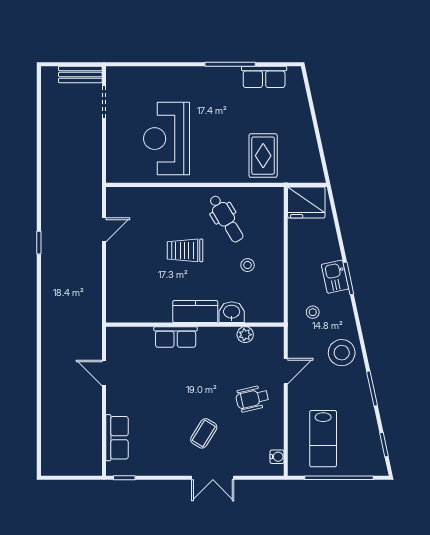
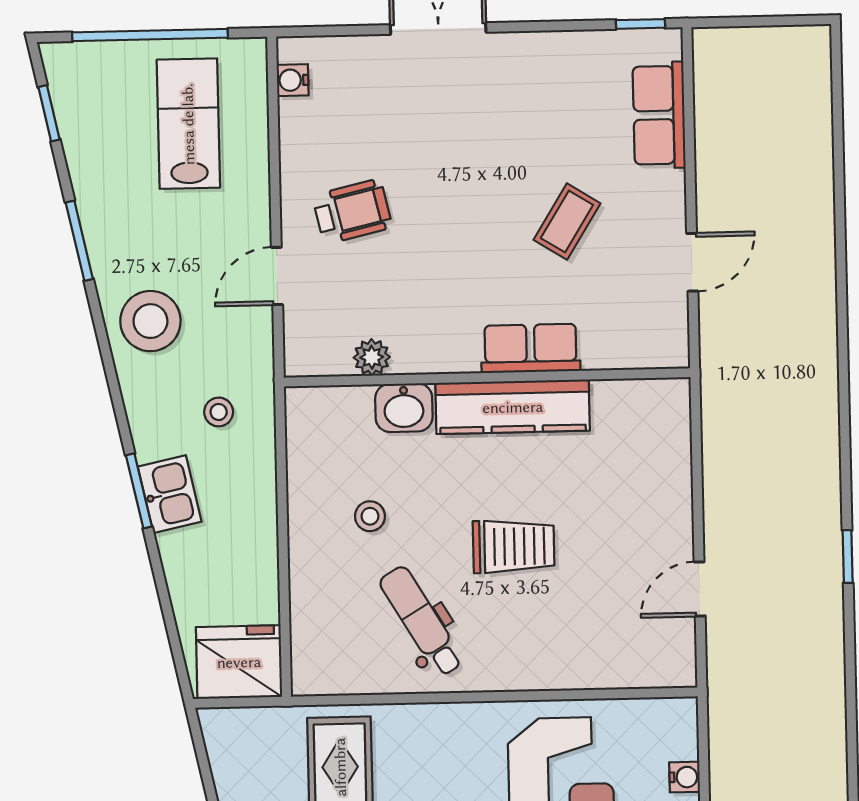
water cooler: (112, 148) -> (684, 777), added
kitchen counter: (195, 312) -> (513, 407), width x1.50
door: (104, 373) -> (692, 262), hinge flipped
coffee table: (204, 433) -> (567, 222), moved

